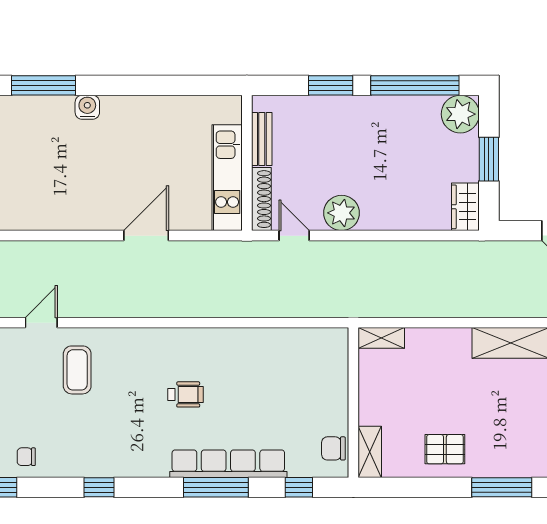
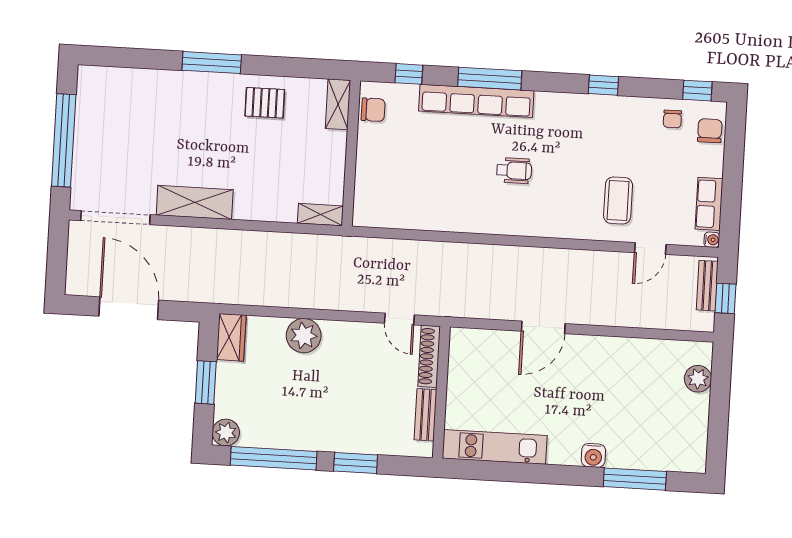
plant: (460, 114) -> (226, 432), width x0.73, depth x0.73
kitchen unit: (227, 178) -> (495, 447), moved, turned -90
plant: (342, 213) -> (304, 336), moved
wheelchair: (185, 394) -> (514, 171), turned 180
chair: (26, 457) -> (672, 119), turned 90

